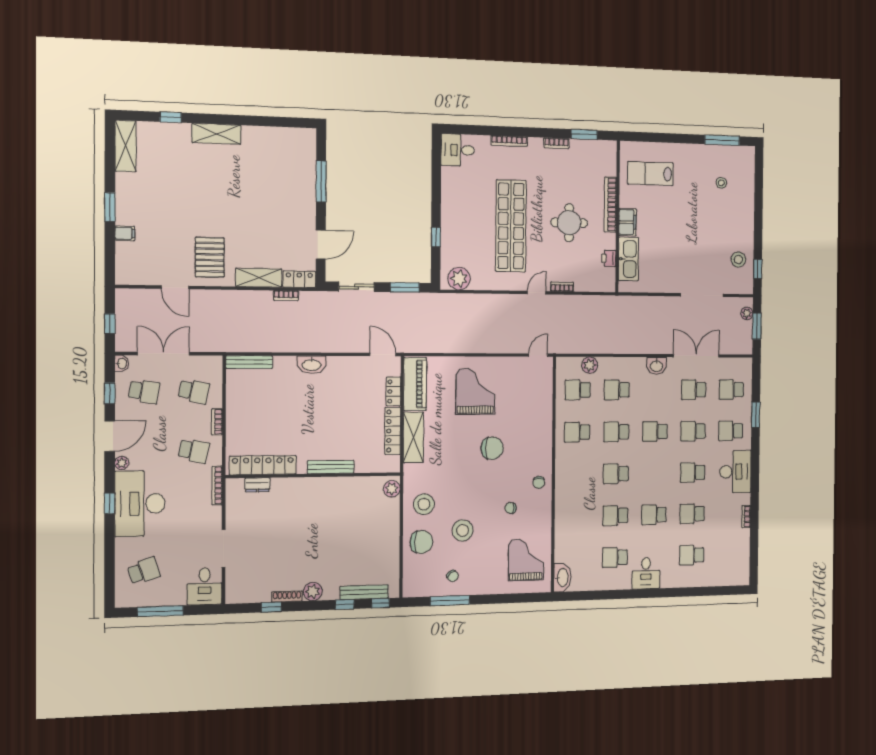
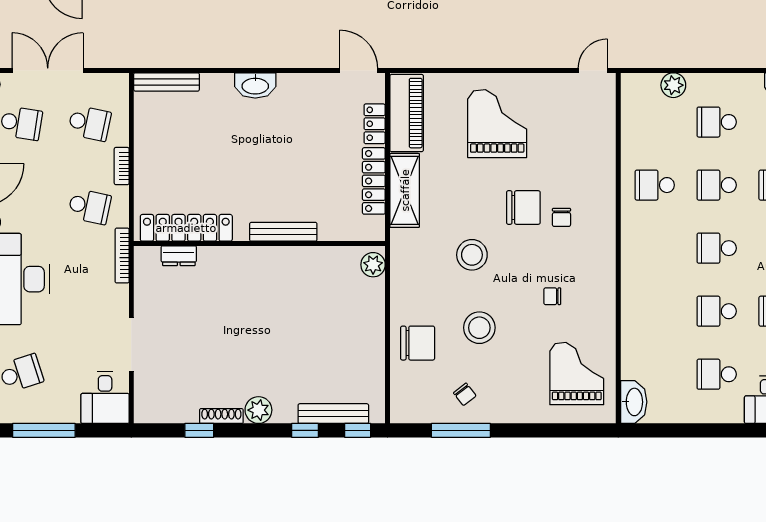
school desk: (578, 390) -> (655, 122), removed
chair: (539, 482) -> (561, 217), moved
stool: (424, 504) -> (472, 255), moved

